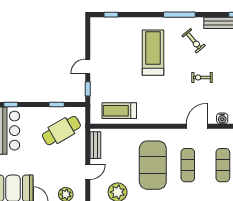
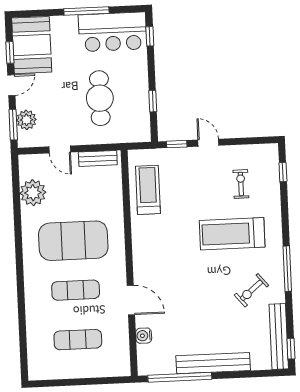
treadmill: (153, 53) -> (232, 234), turned 180
exercise bike: (202, 77) -> (241, 184), moved
cafe table: (61, 131) -> (100, 98), moved, turned 30

